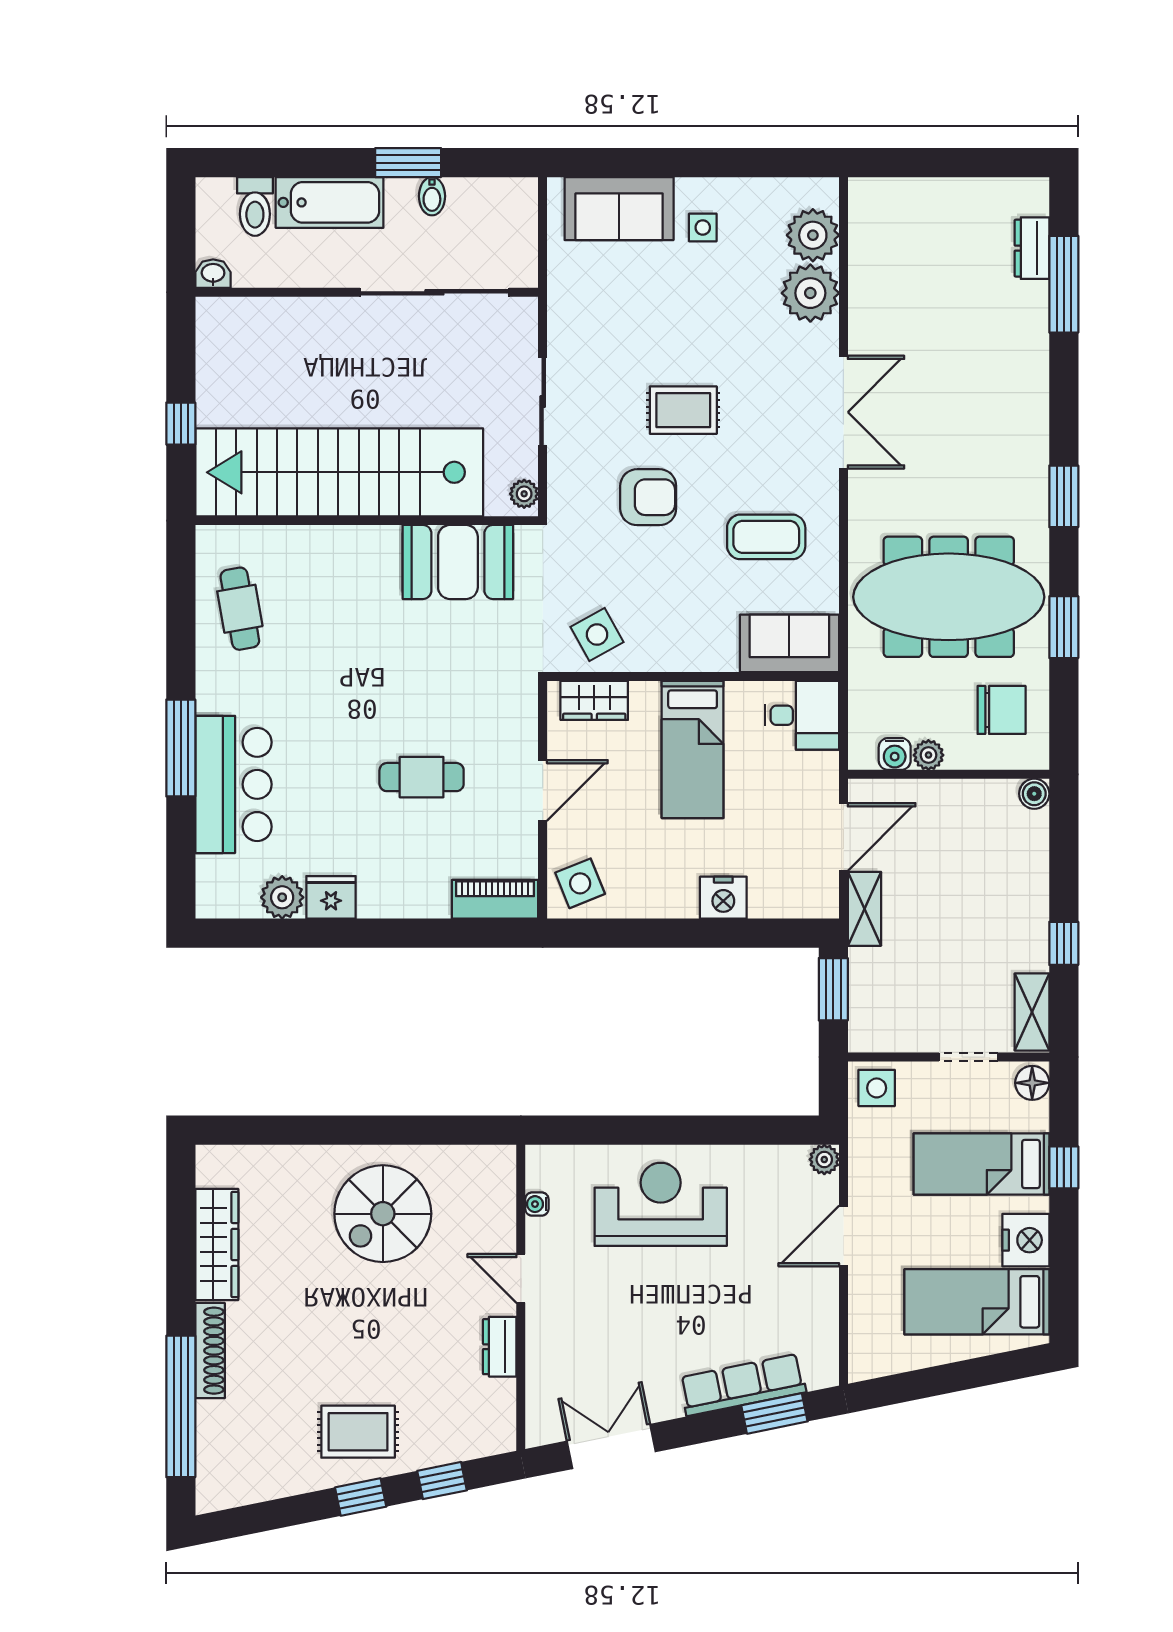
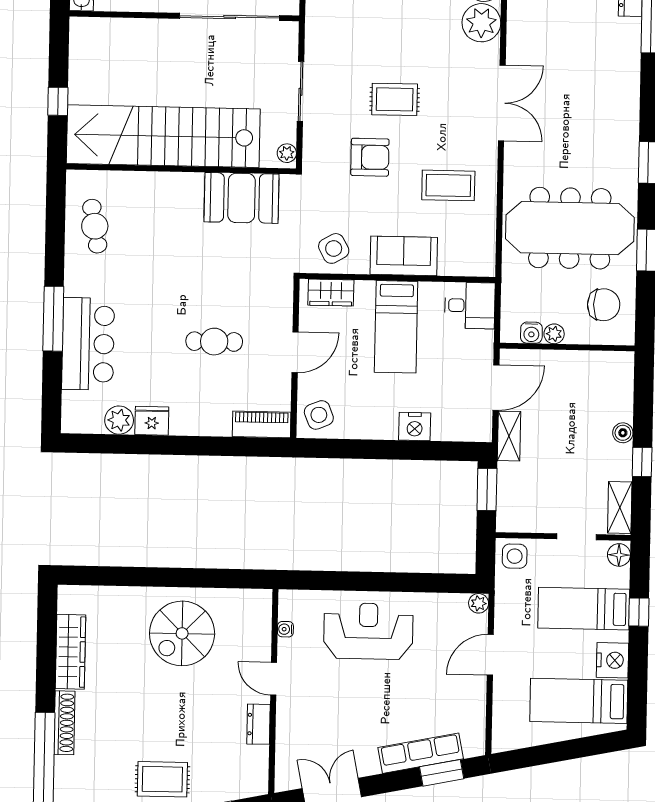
sofa: (789, 643) -> (404, 256), moved
boiler: (1034, 794) -> (623, 433), moved

